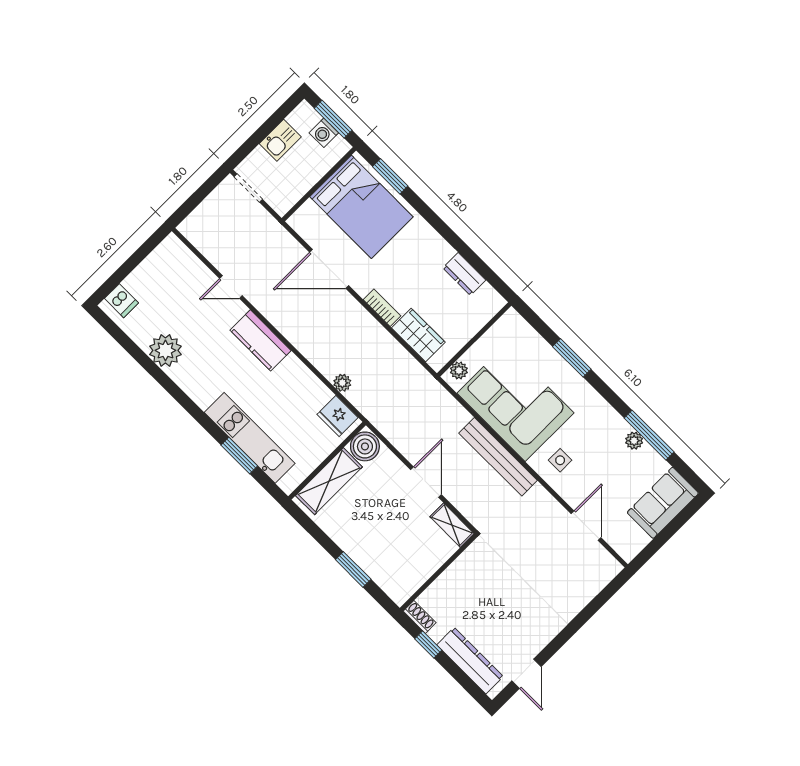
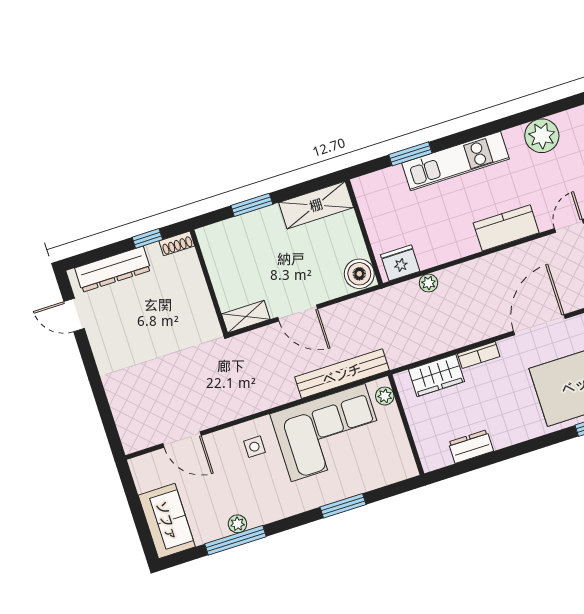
kitchen unit: (250, 438) -> (456, 161), moved
bench: (498, 457) -> (342, 374), moved
shelving: (329, 481) -> (316, 205), moved, turned 90

